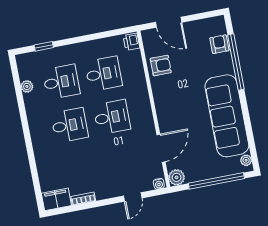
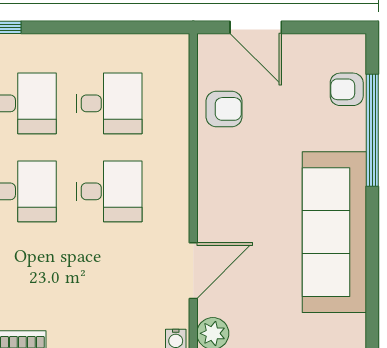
printer: (131, 42) -> (176, 52), removed
armchair: (219, 44) -> (347, 89), turned -90
plant: (246, 160) -> (355, 326), removed

